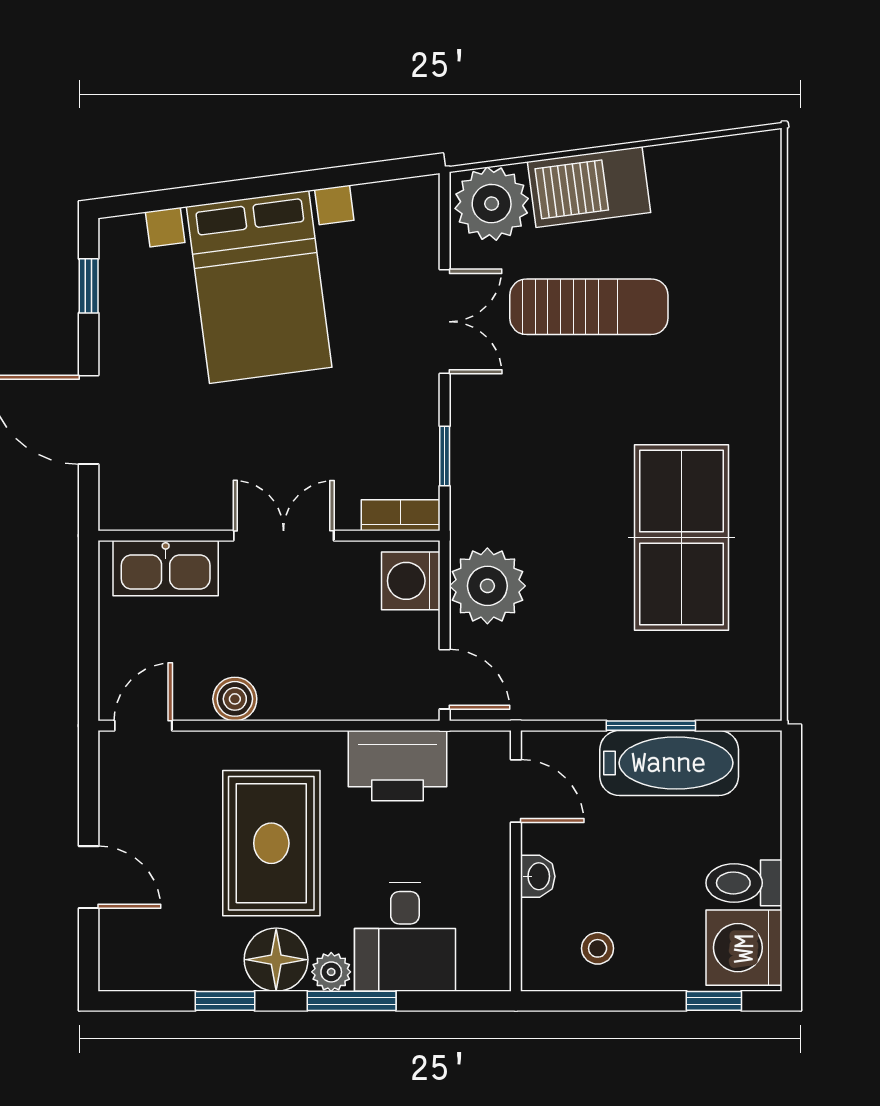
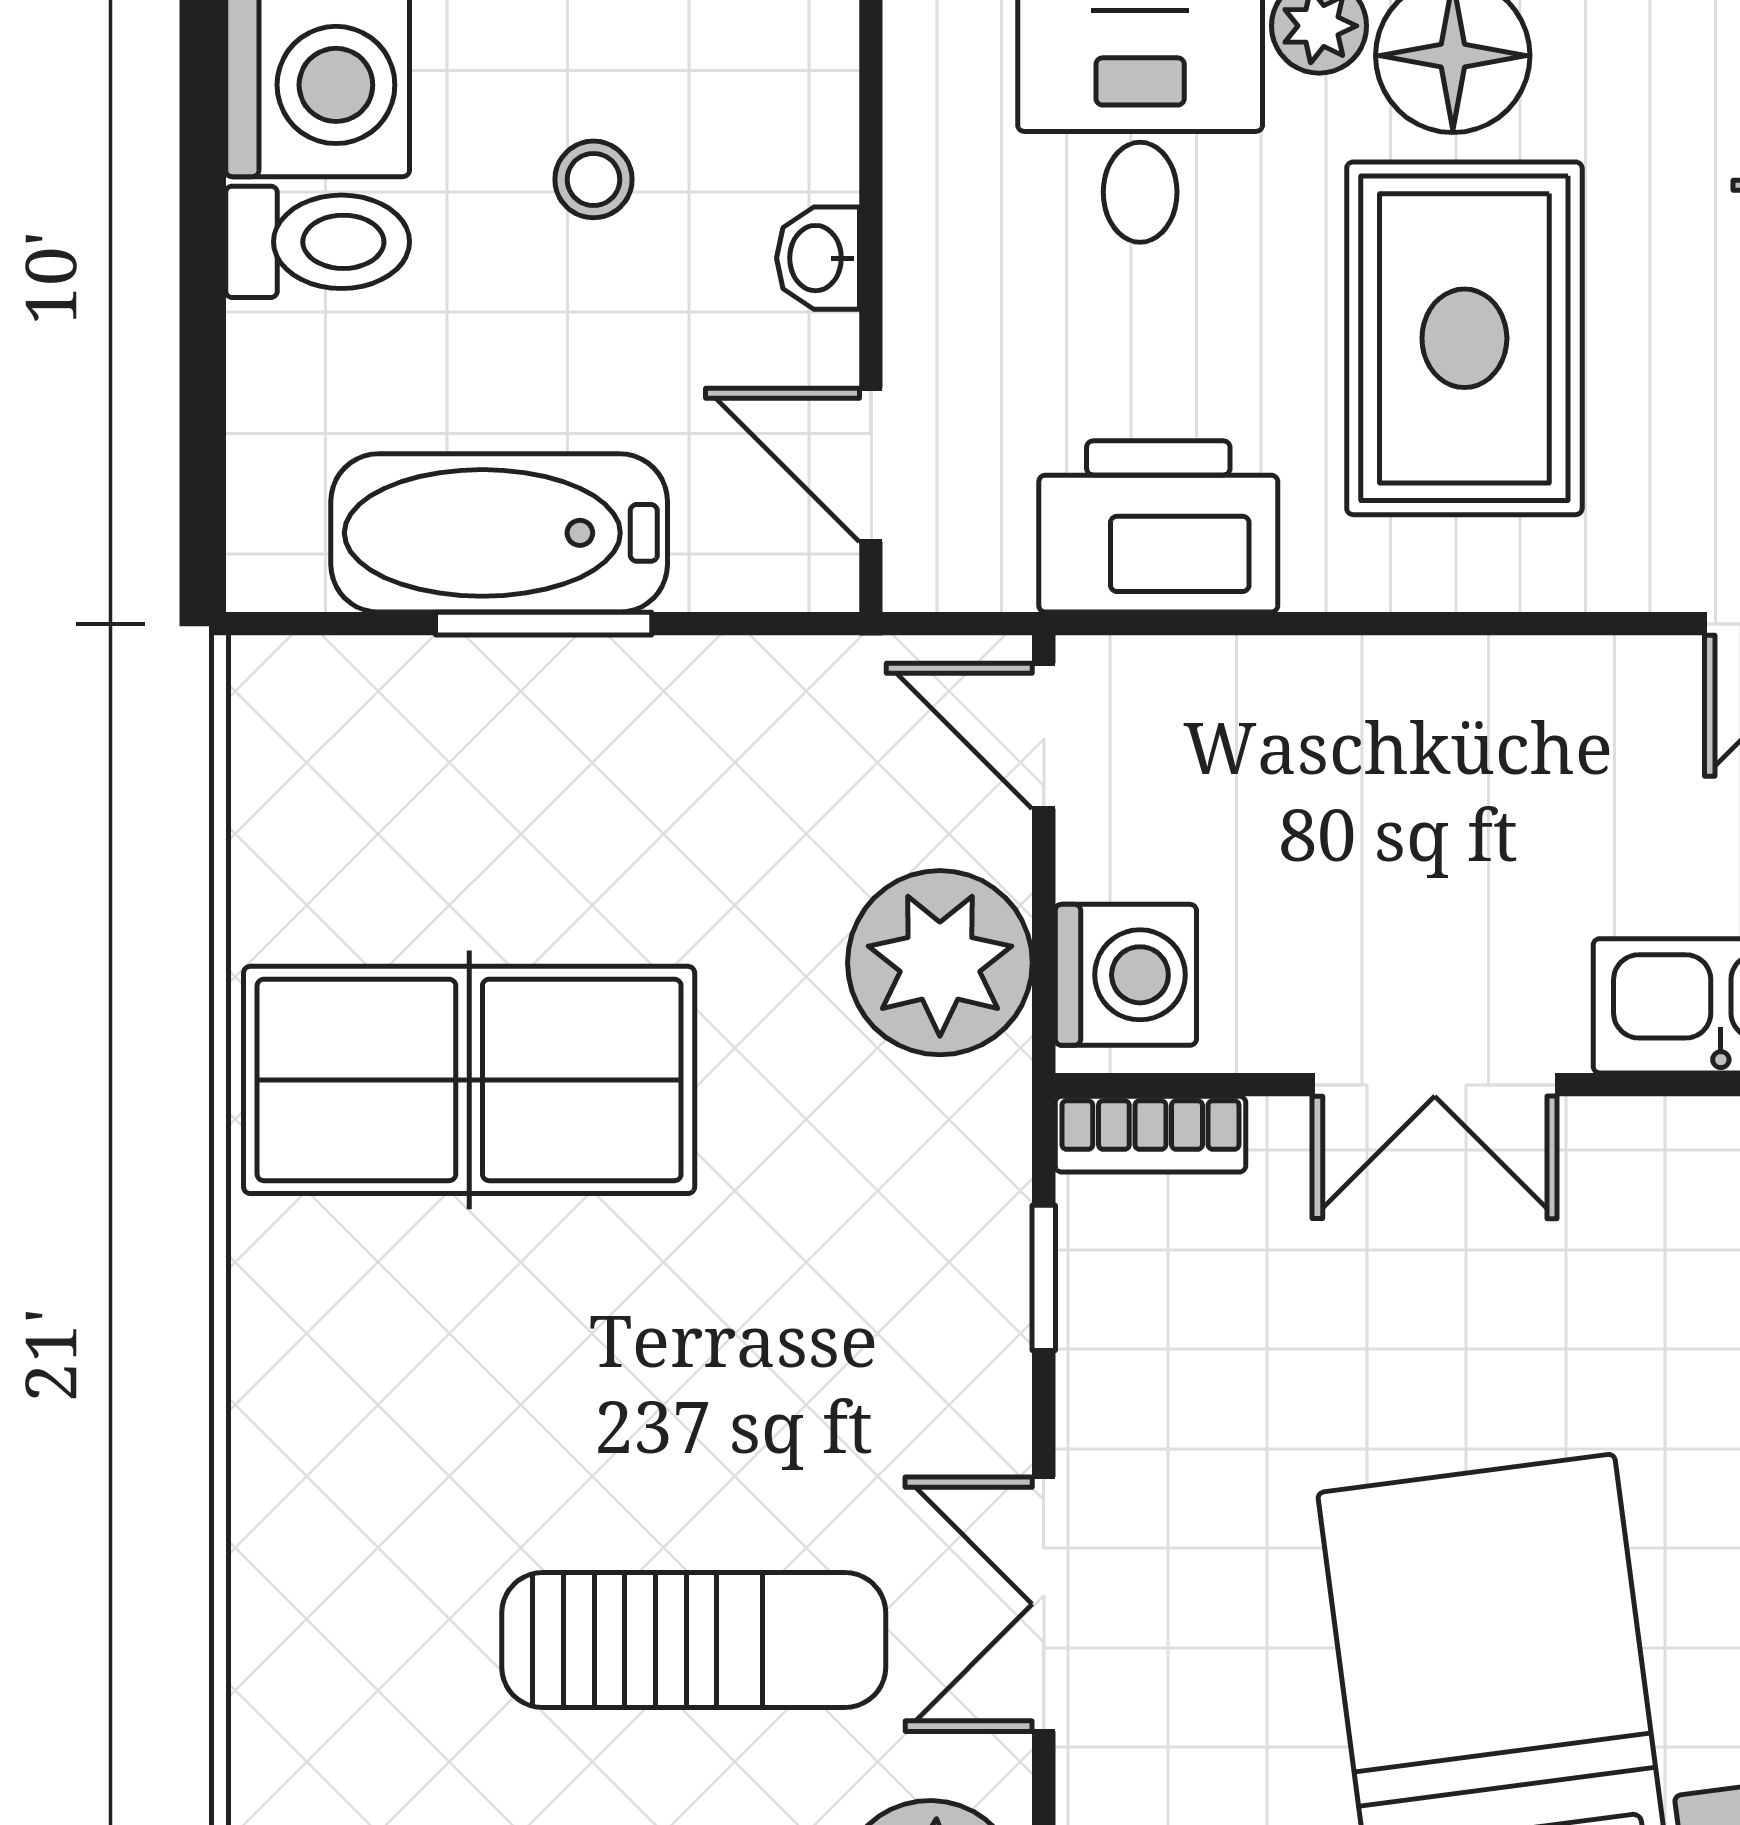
sun lounger: (589, 307) -> (694, 1640), turned 180
table tennis table: (681, 538) -> (469, 1080), turned 90
boiler: (235, 699) -> (1553, 688), removed
stool: (598, 948) -> (593, 179), moved

